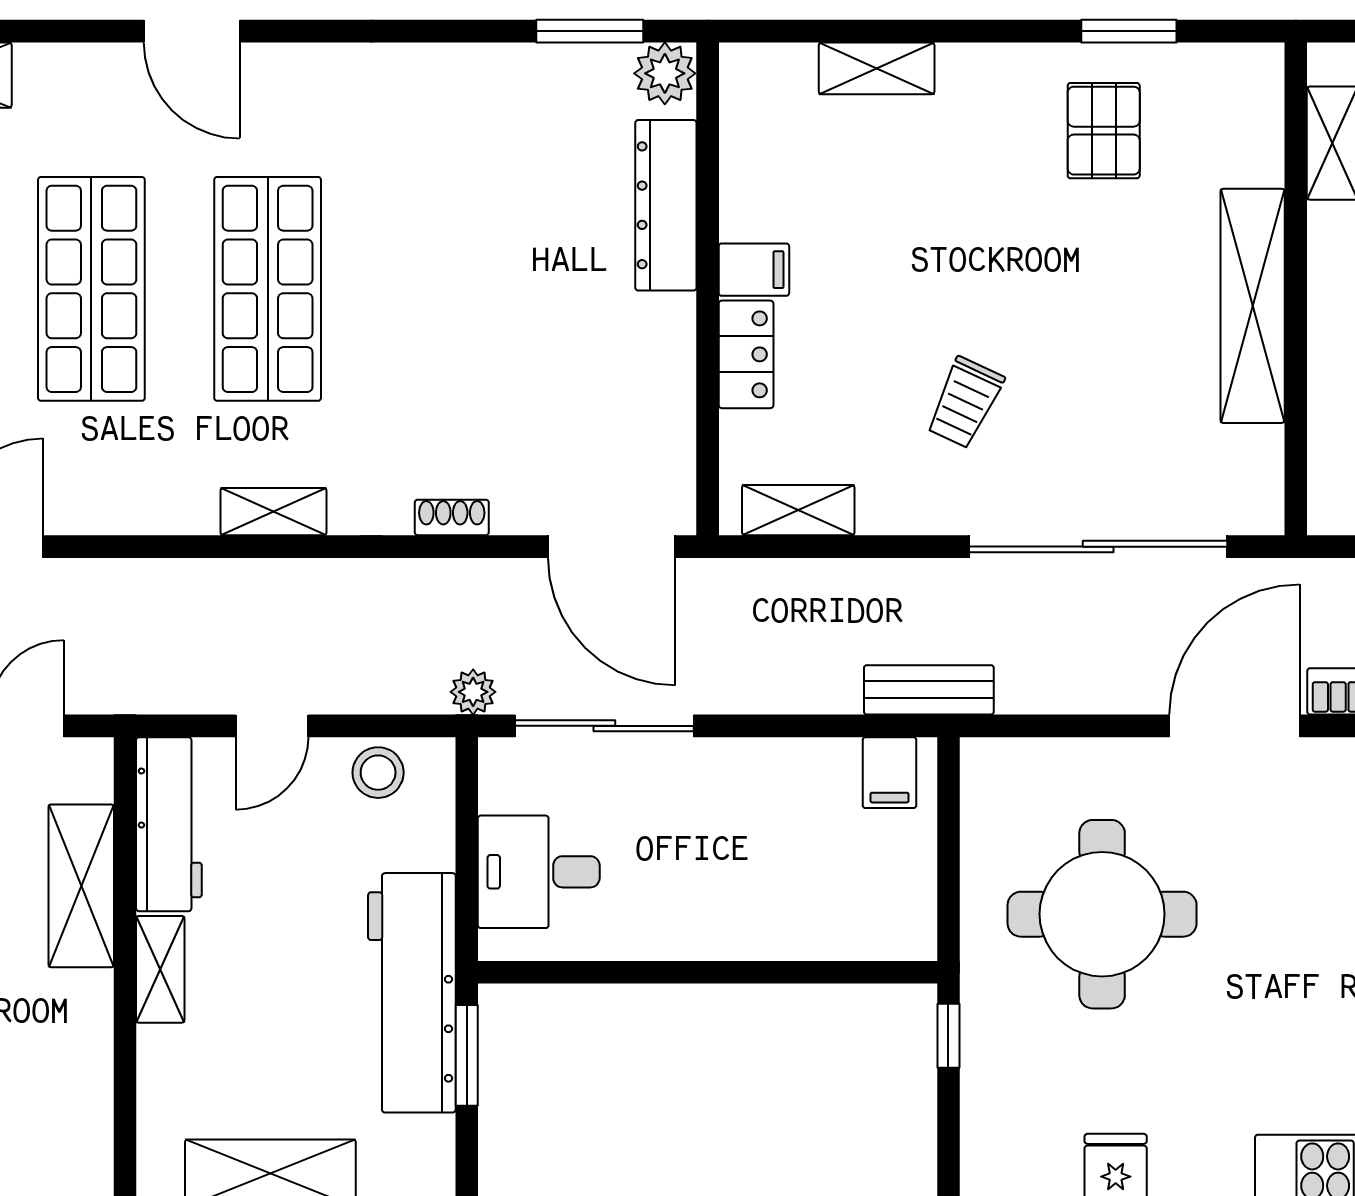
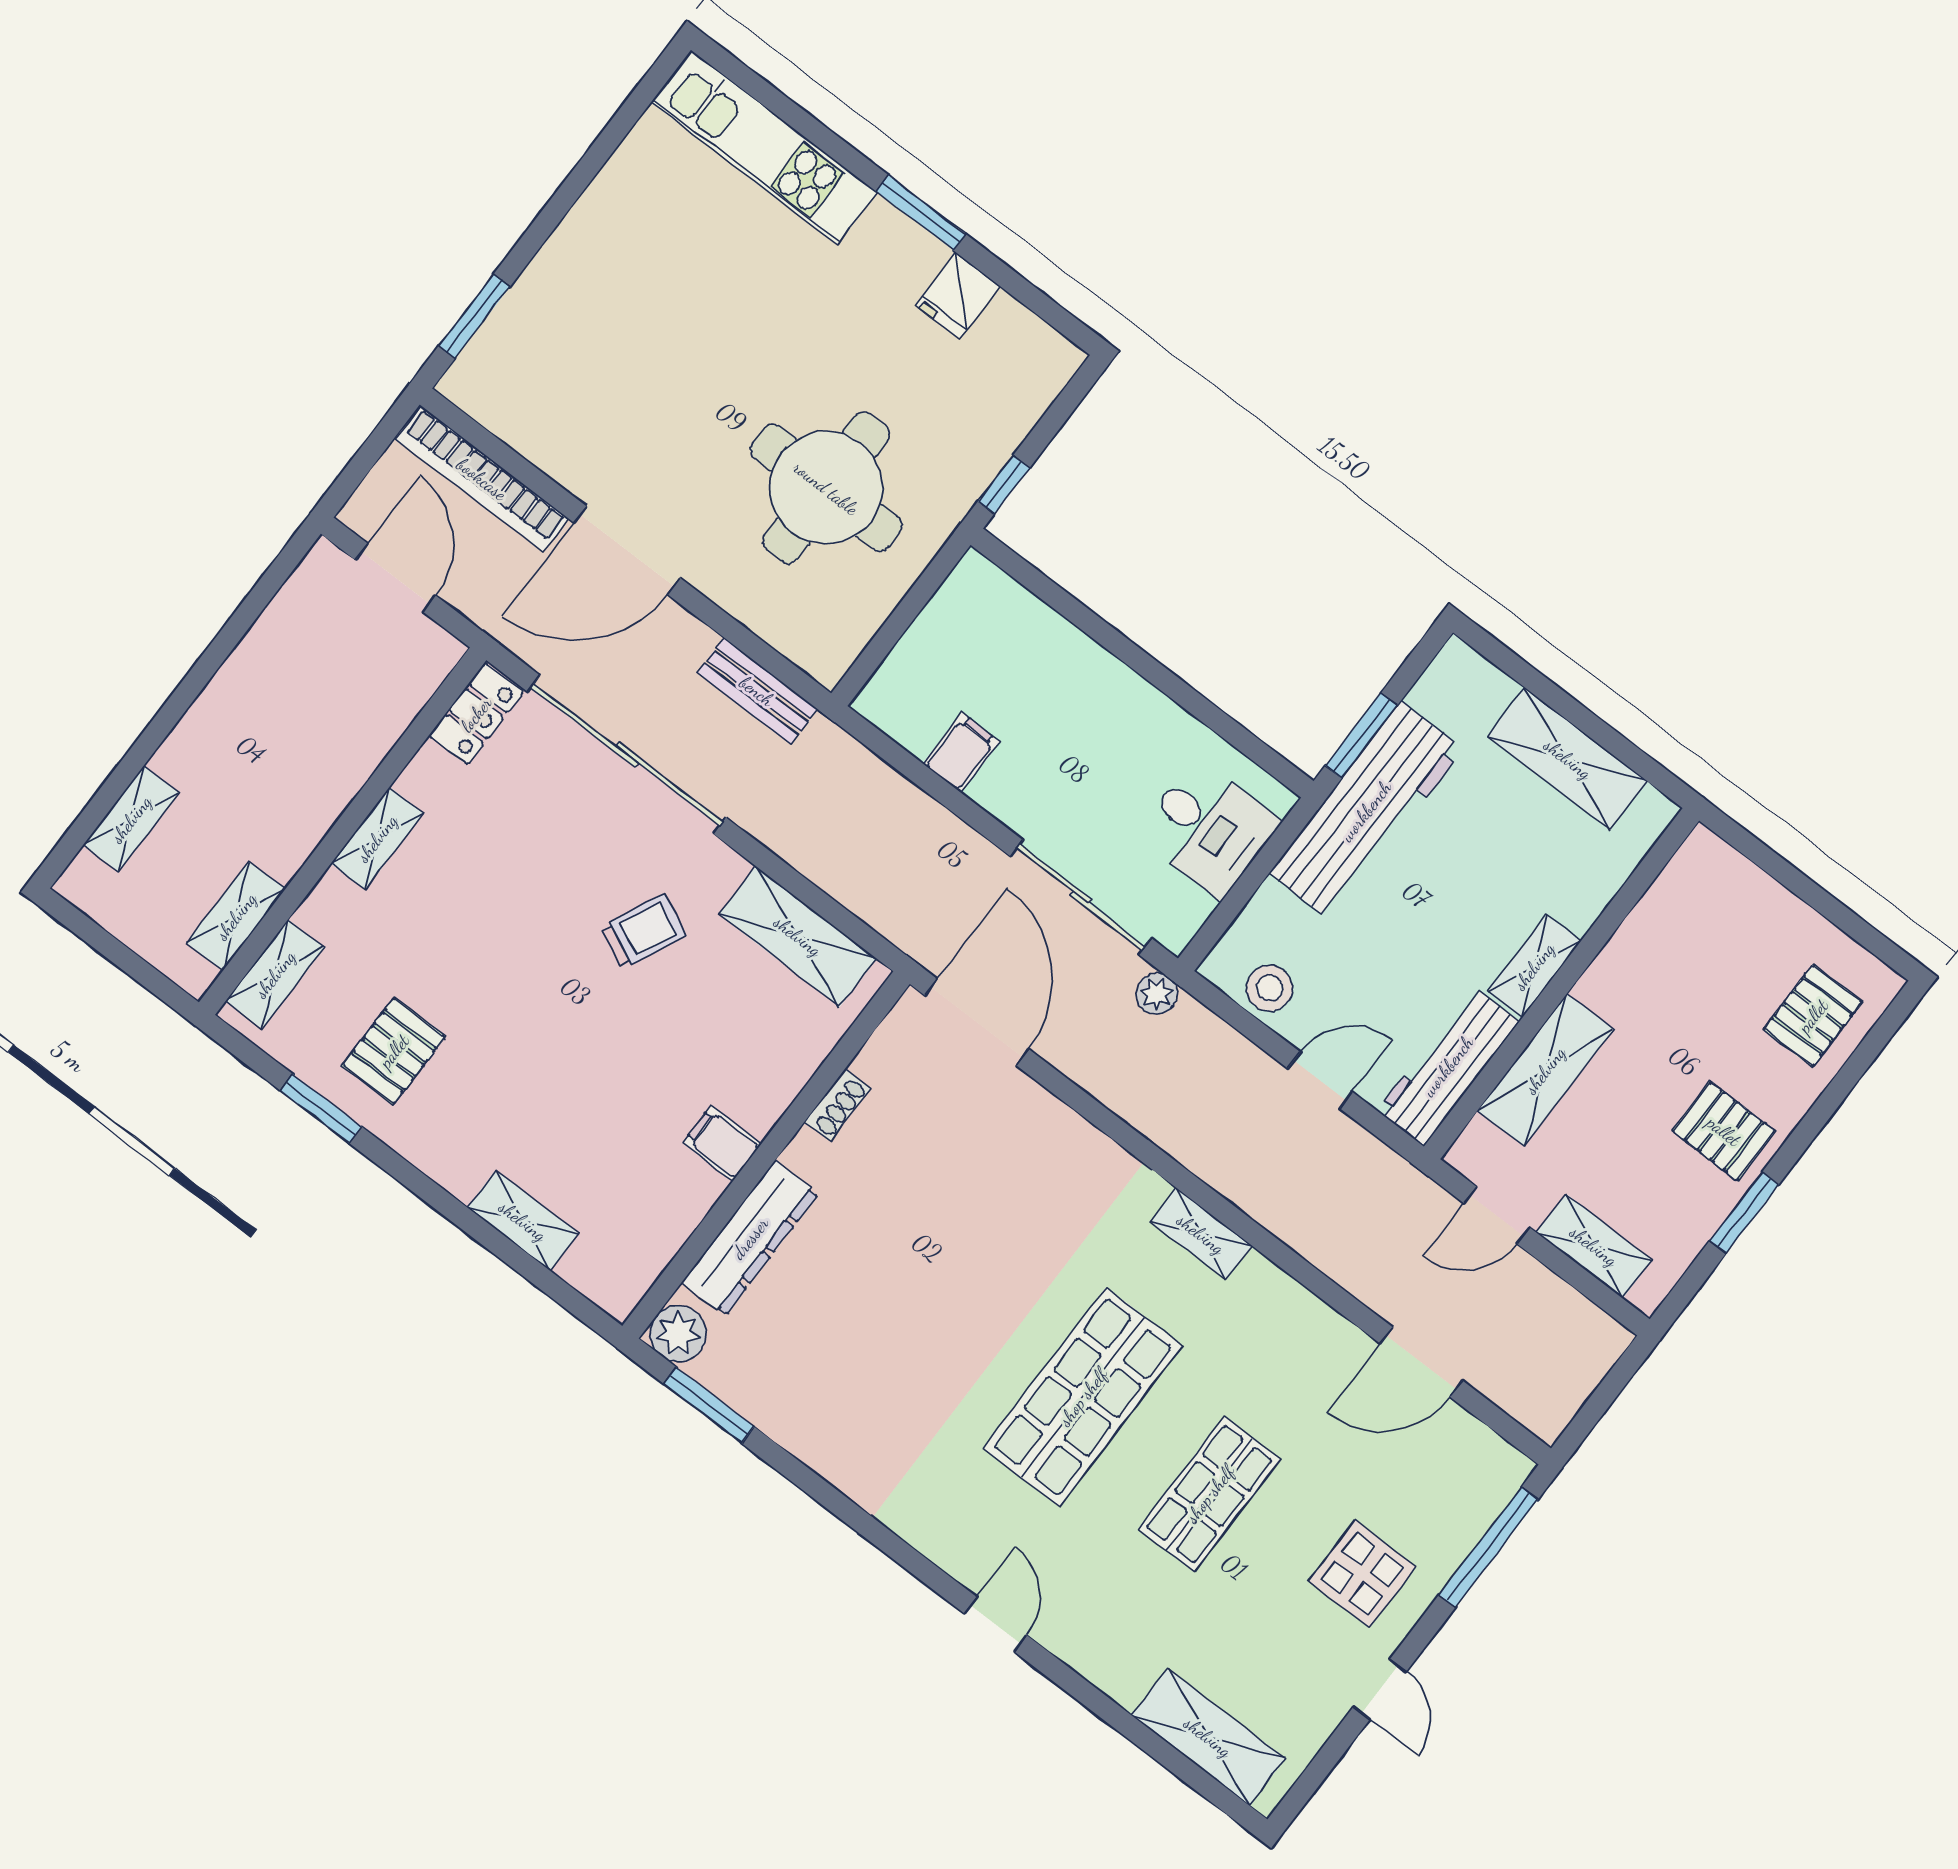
door: (192, 31) -> (996, 1624), width x0.73
shelving: (1259, 118) -> (275, 974), added
shop shelf: (91, 289) -> (1210, 1494), width x0.70, depth x0.74
shelving: (1253, 306) -> (377, 838), width x0.45, depth x0.75
locker: (746, 354) -> (476, 714), moved, turned 180
shelving: (798, 510) -> (798, 936), width x1.50, depth x1.33
shoe rack: (452, 517) -> (837, 1105), moved, turned -90
bench: (929, 690) -> (757, 691), moved
filing cabinet: (890, 773) -> (961, 753), moved

